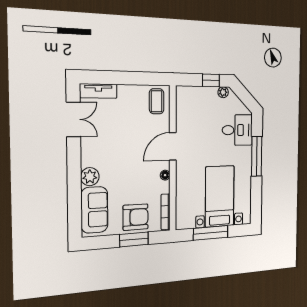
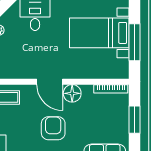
floor lamp: (165, 175) -> (72, 93), width x1.89, depth x1.89
armchair: (136, 217) -> (53, 128), moved

